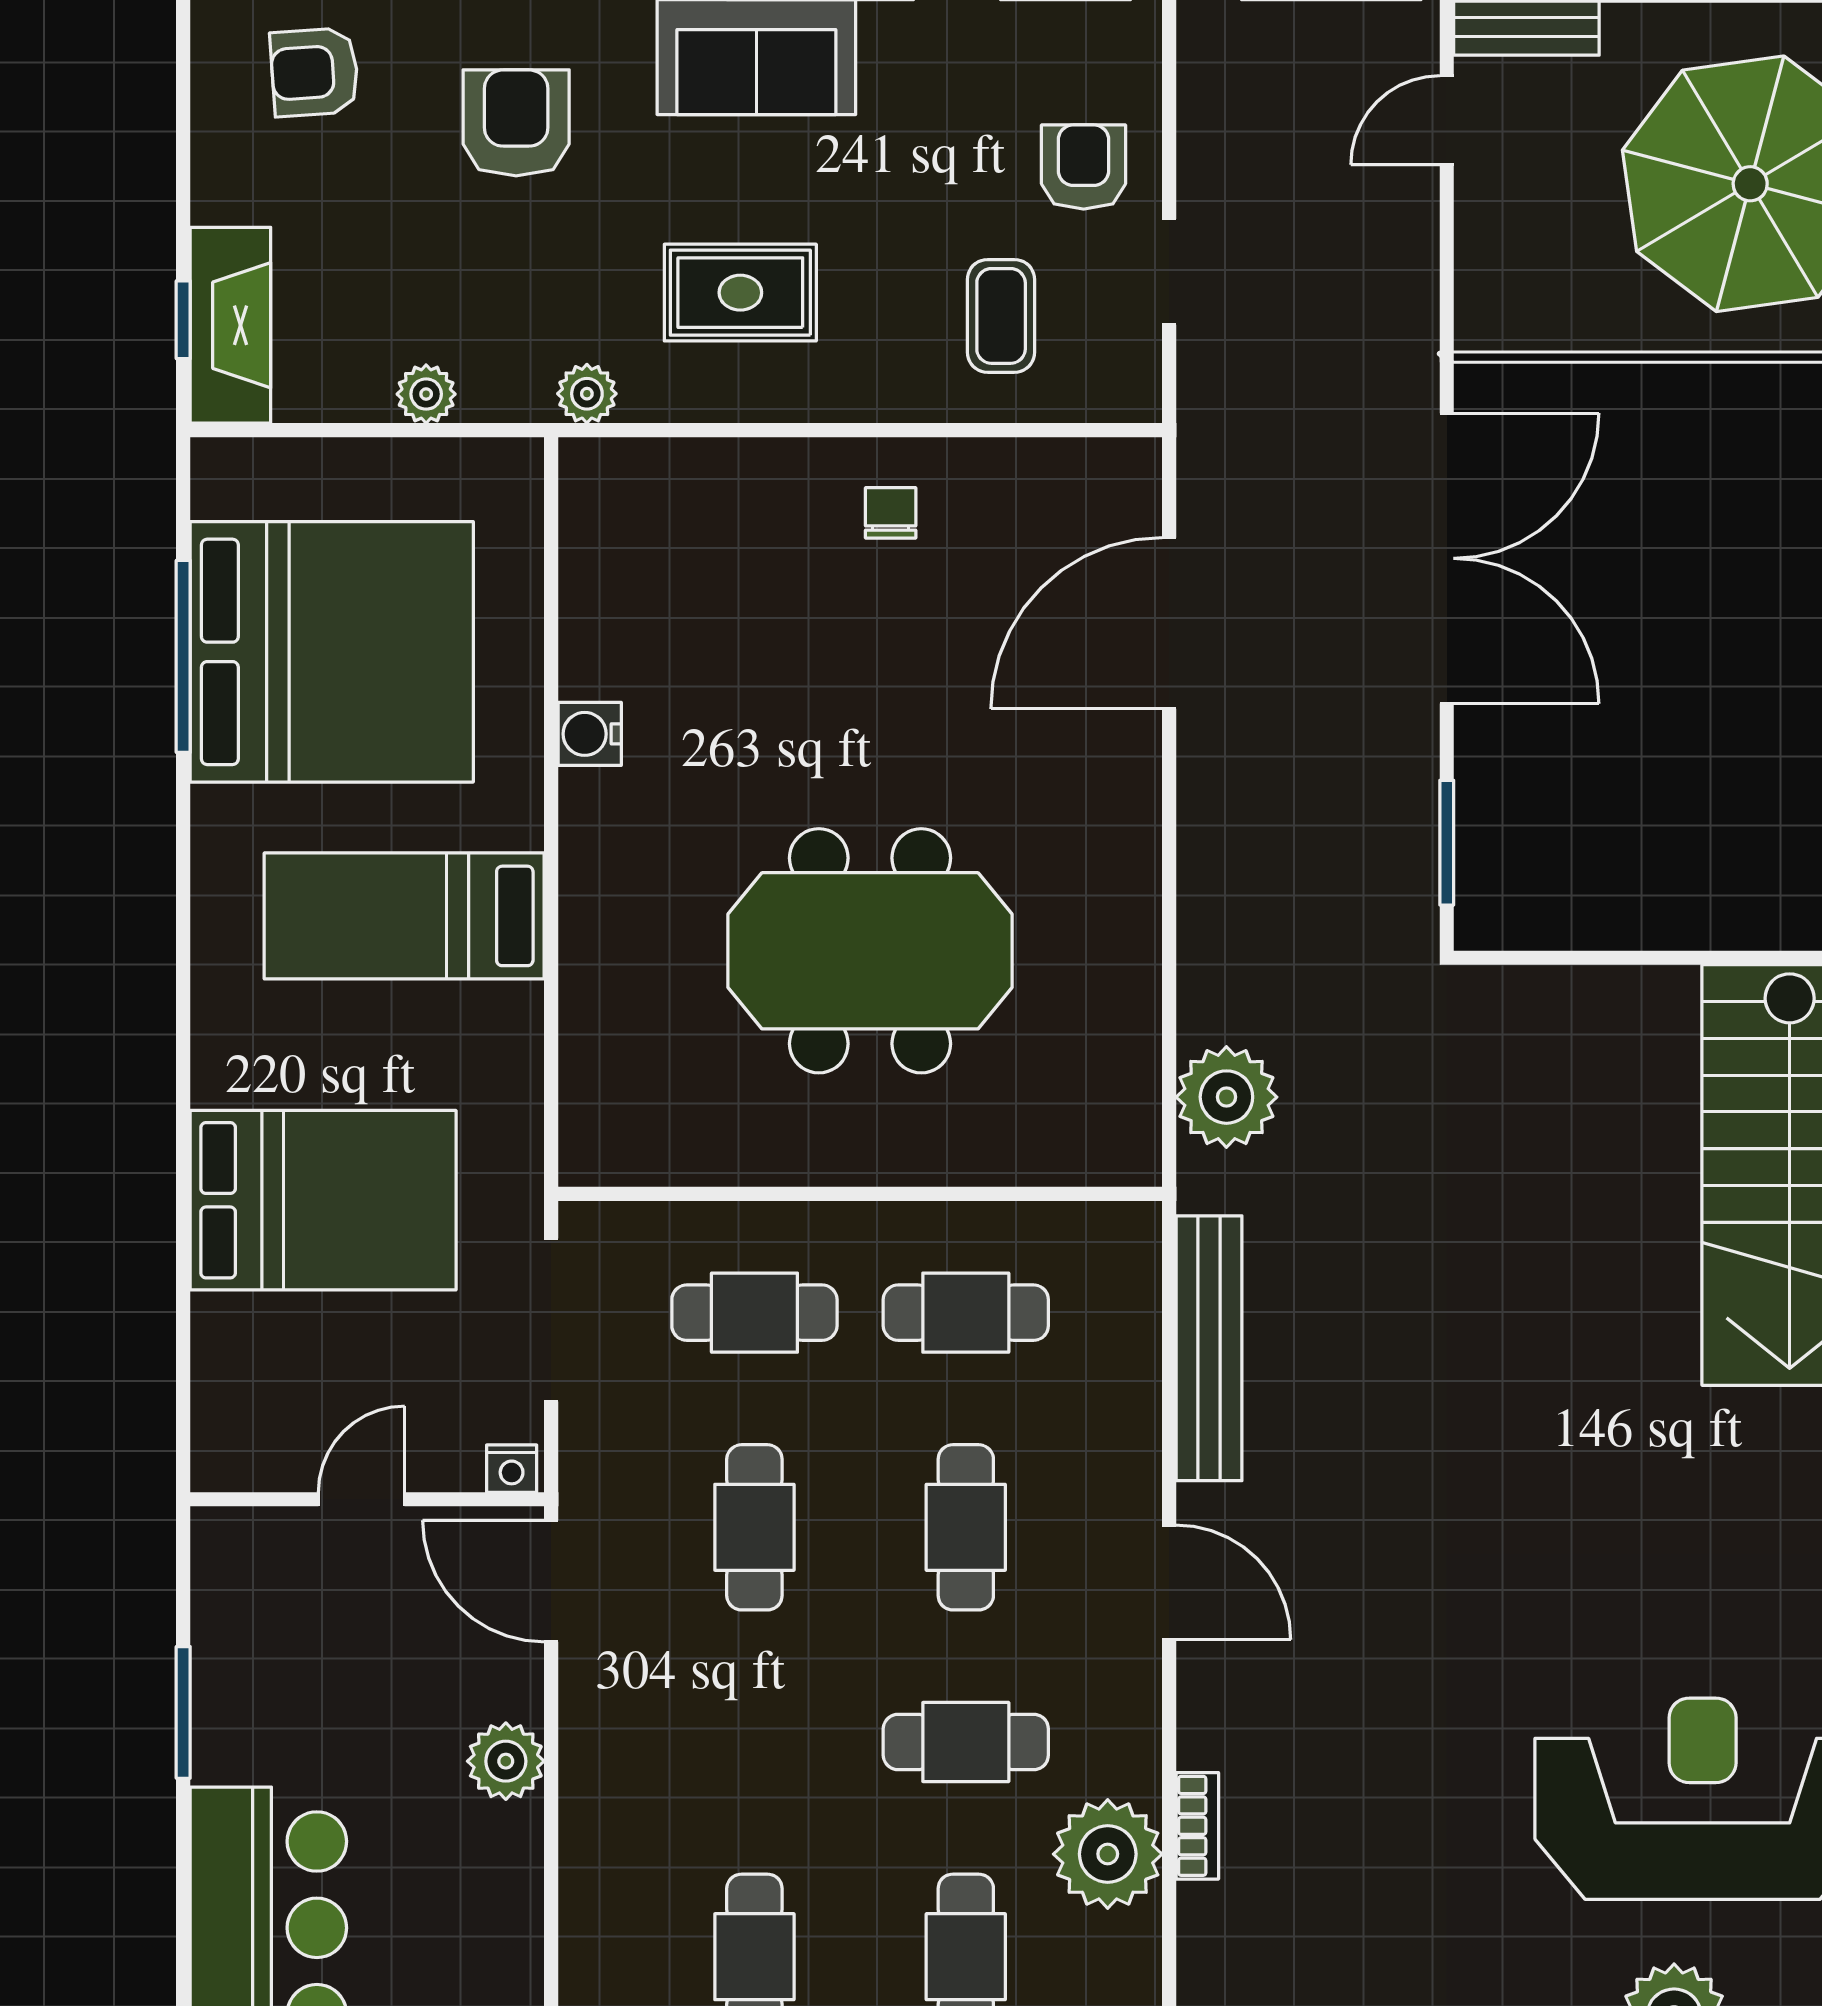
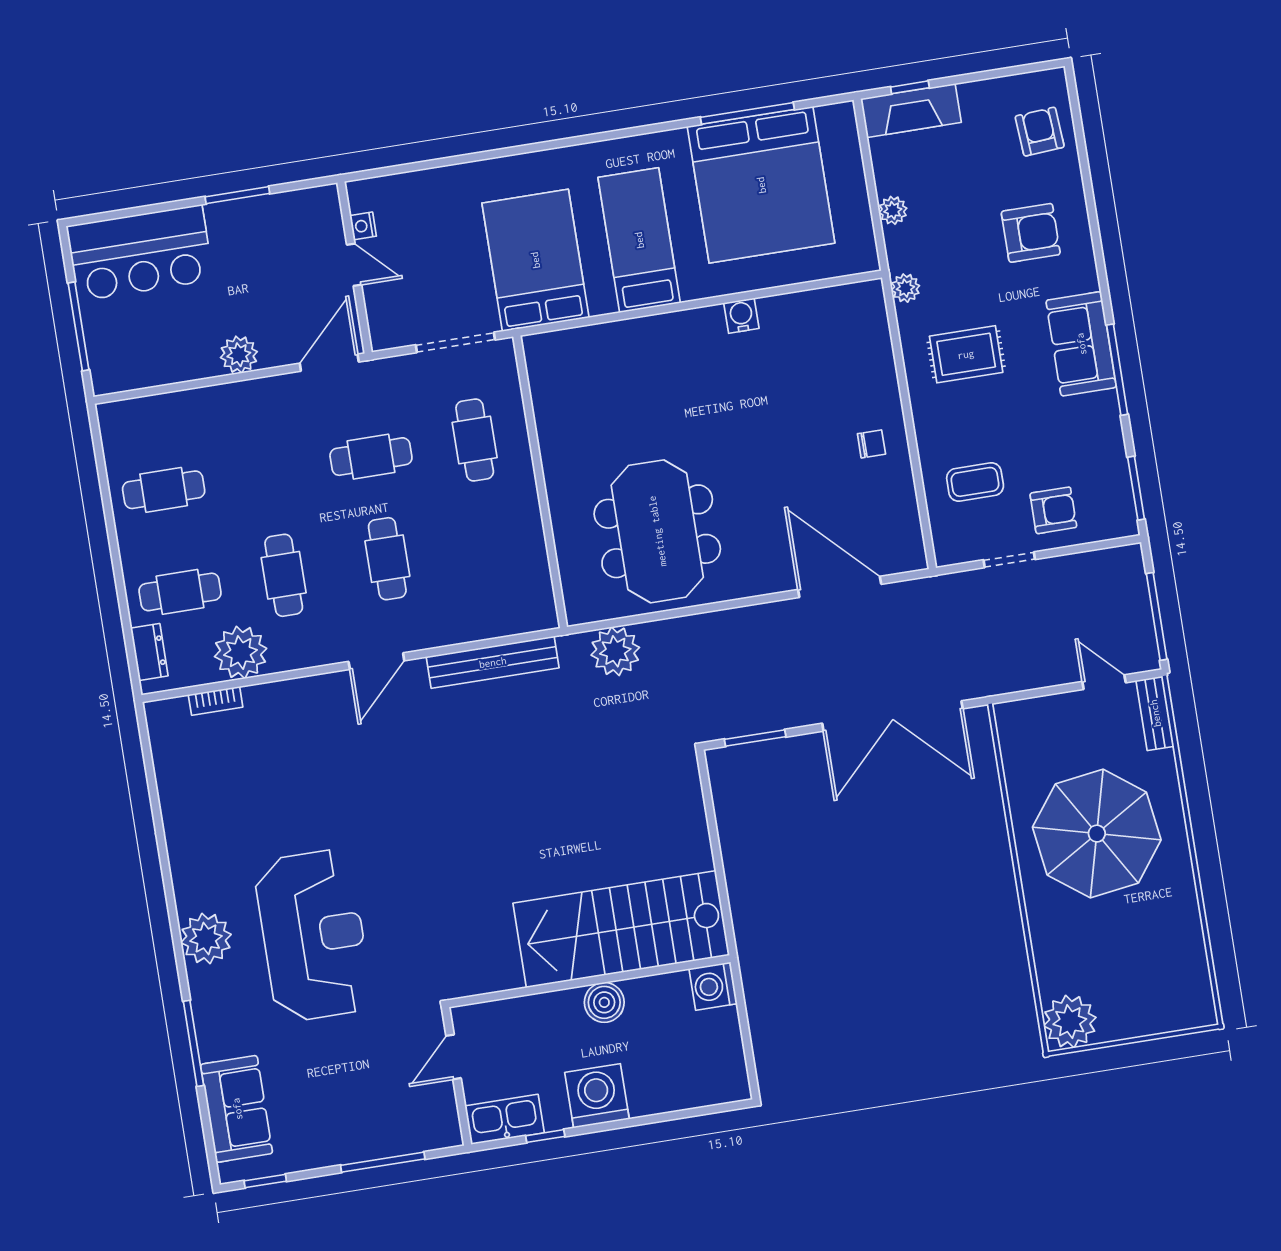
rug: (740, 293) -> (966, 354), turned 90
meeting table: (870, 951) -> (657, 531), moved
bed: (323, 1200) -> (535, 260), moved, turned 180
cafe table: (966, 1313) -> (491, 542), removed
nightstand: (512, 1469) -> (363, 226), moved
cafe table: (966, 1527) -> (387, 559), turned 90
bookcase: (1197, 1826) -> (216, 701), moved

